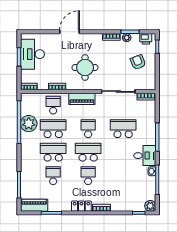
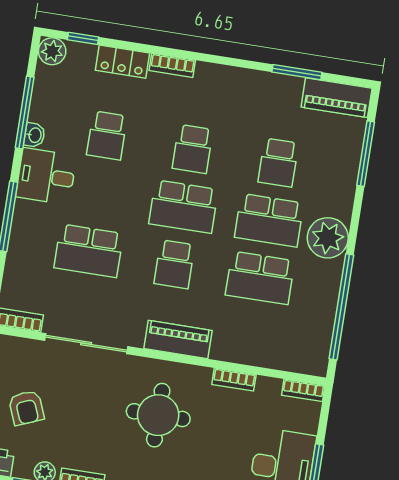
school desk: (53, 105) -> (107, 135), moved
plant: (29, 124) -> (328, 238), moved
locker: (81, 206) -> (123, 62), moved

